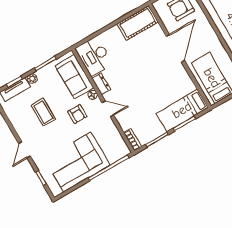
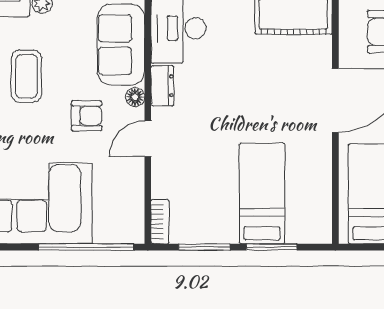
door: (108, 109) -> (148, 139), swing flipped
bed: (182, 110) -> (262, 193), moved, turned 90
armchair: (77, 114) -> (87, 116), turned -90

